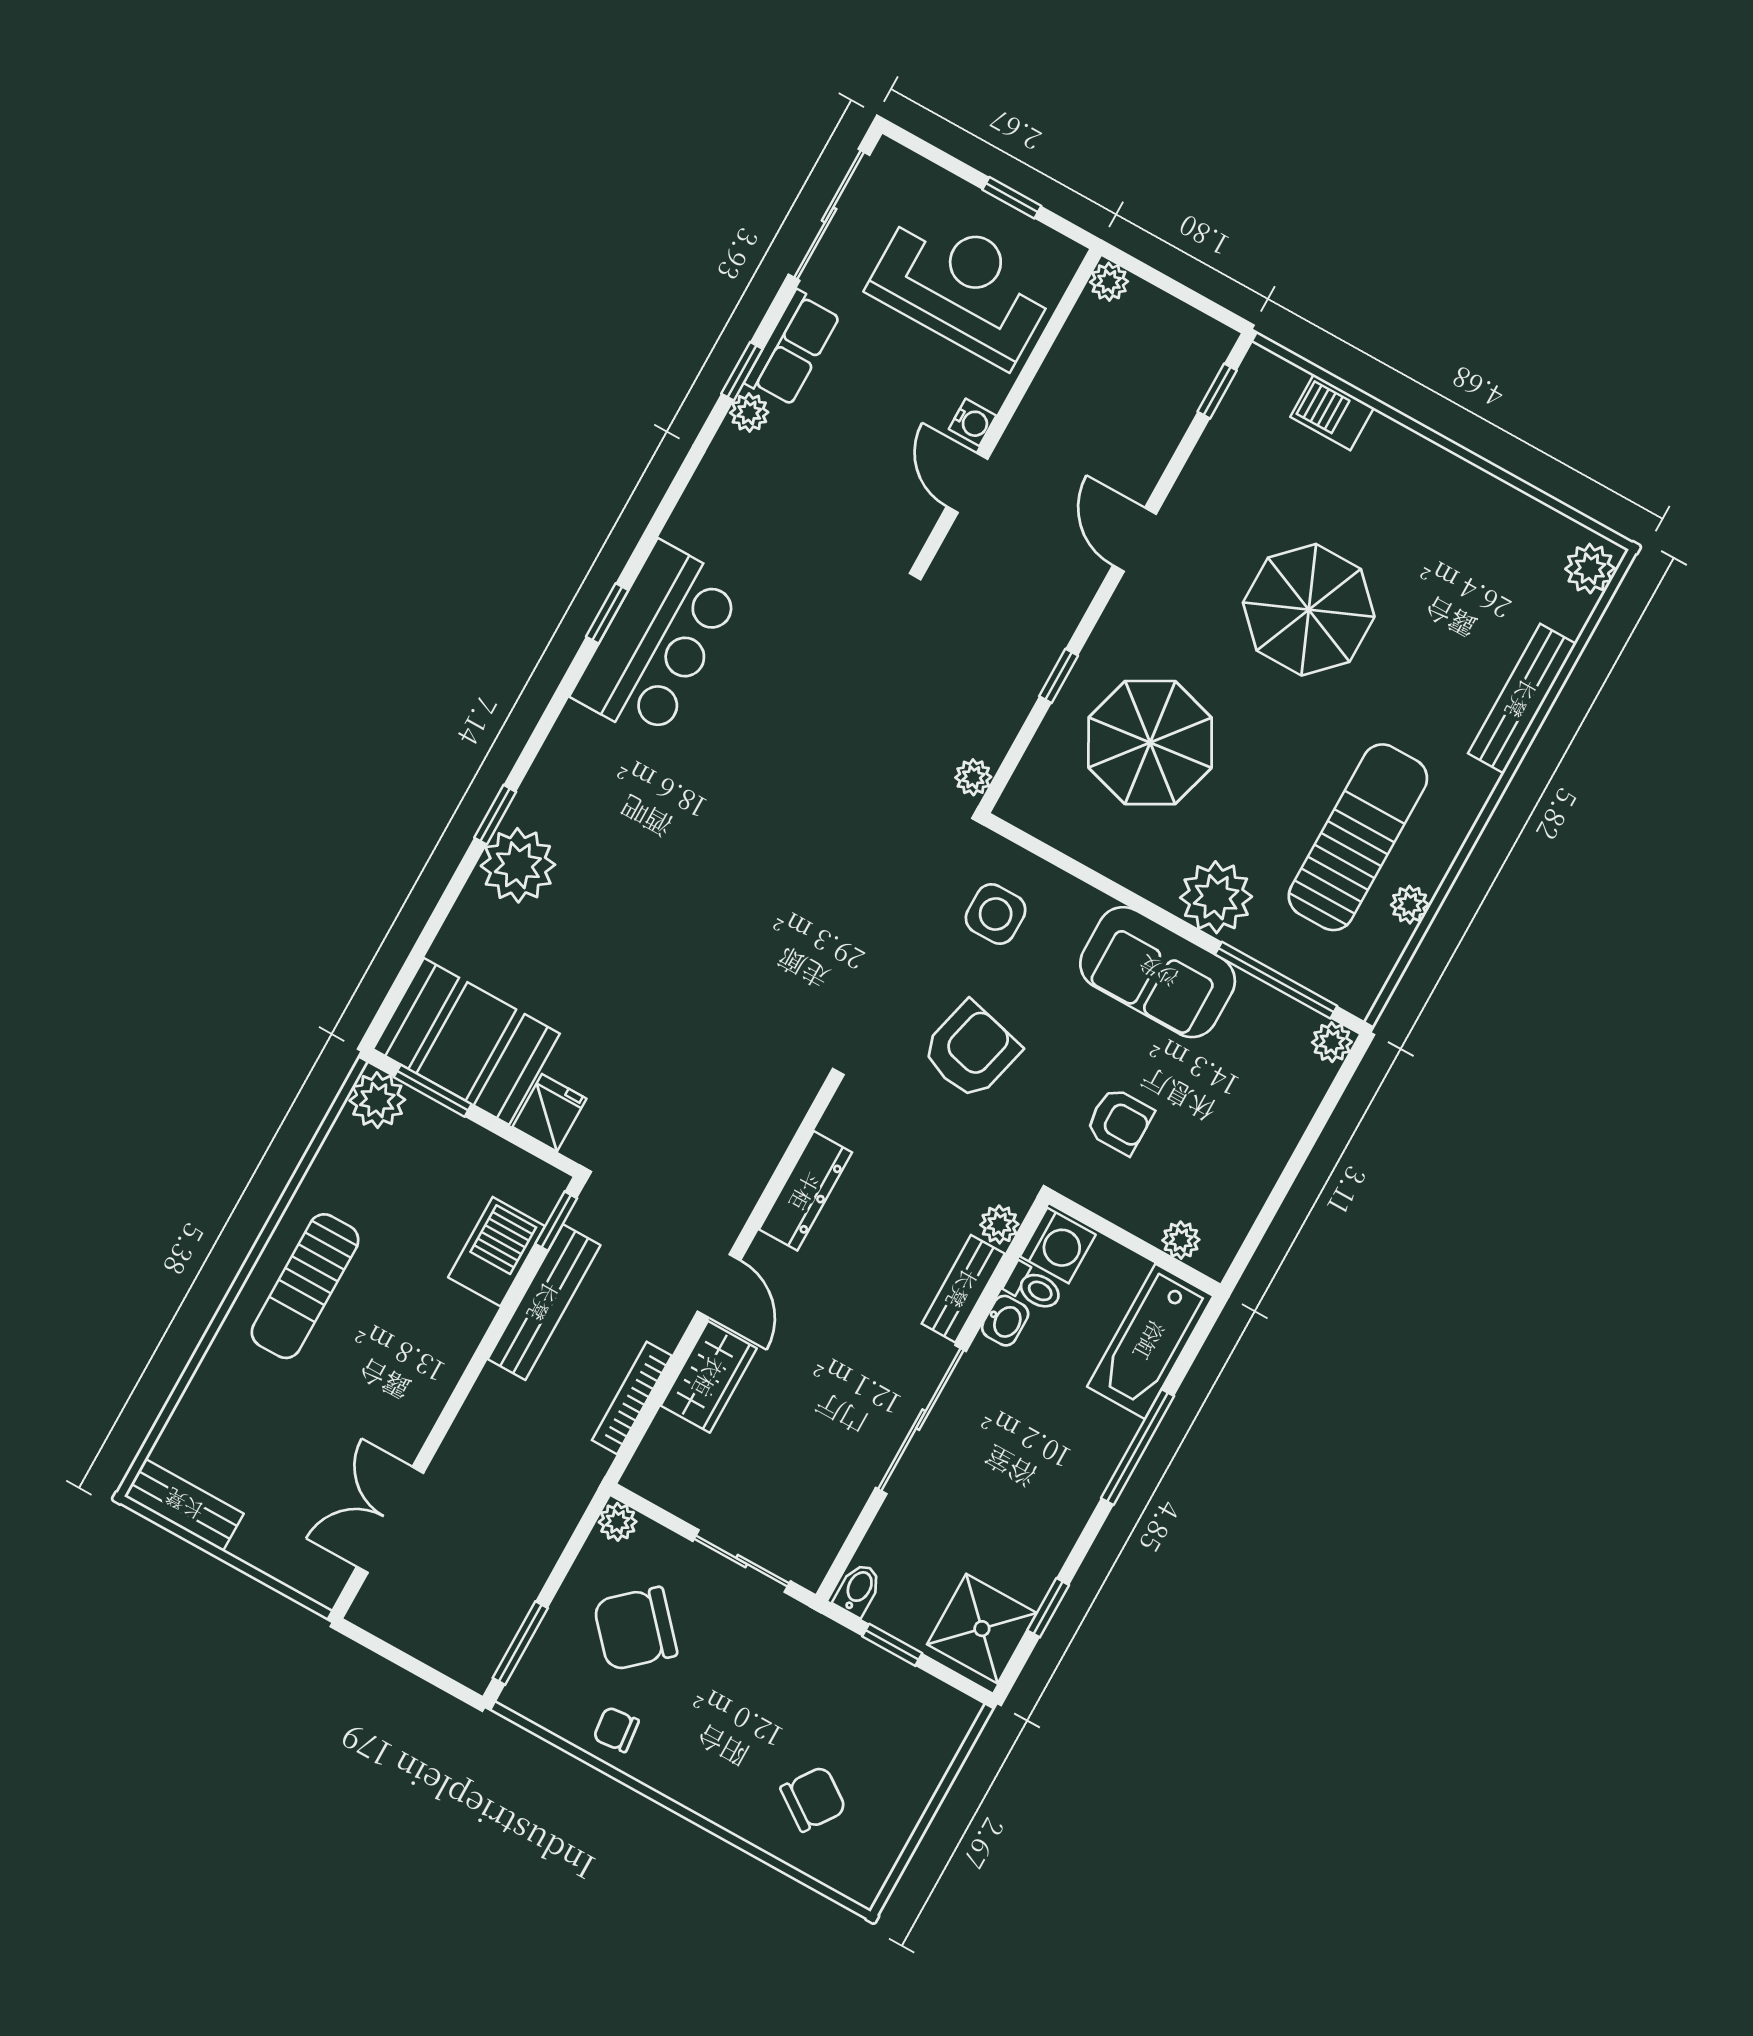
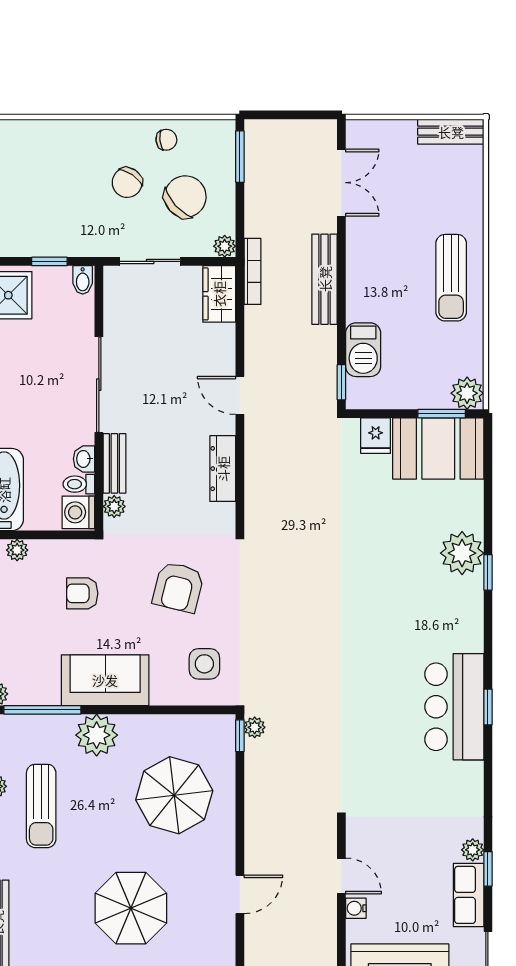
door: (1134, 540) -> (240, 894), hinge flipped
window: (1059, 676) -> (240, 736), moved
sun lounger: (1358, 837) -> (41, 806), width x0.73, depth x0.75
sun lounger: (305, 1286) -> (451, 278), turned 180
bench: (544, 1302) -> (325, 279), moved
wardrobe: (709, 1377) -> (219, 294), moved
bookcase: (632, 1398) -> (253, 271), moved
chair: (813, 1799) -> (127, 183), moved

